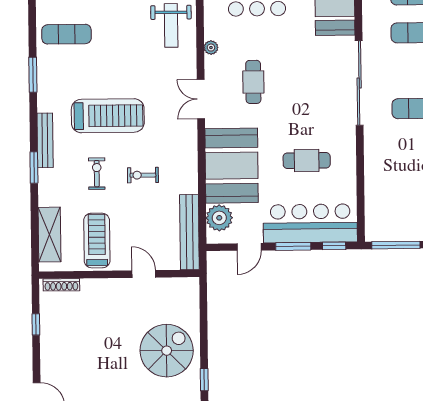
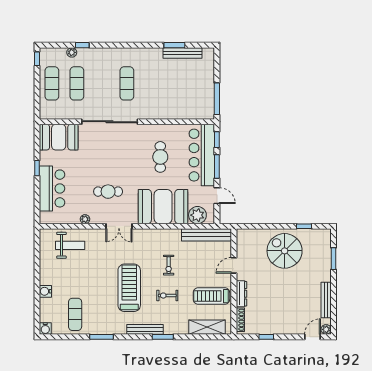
dresser: (101, 286) -> (241, 294), added

